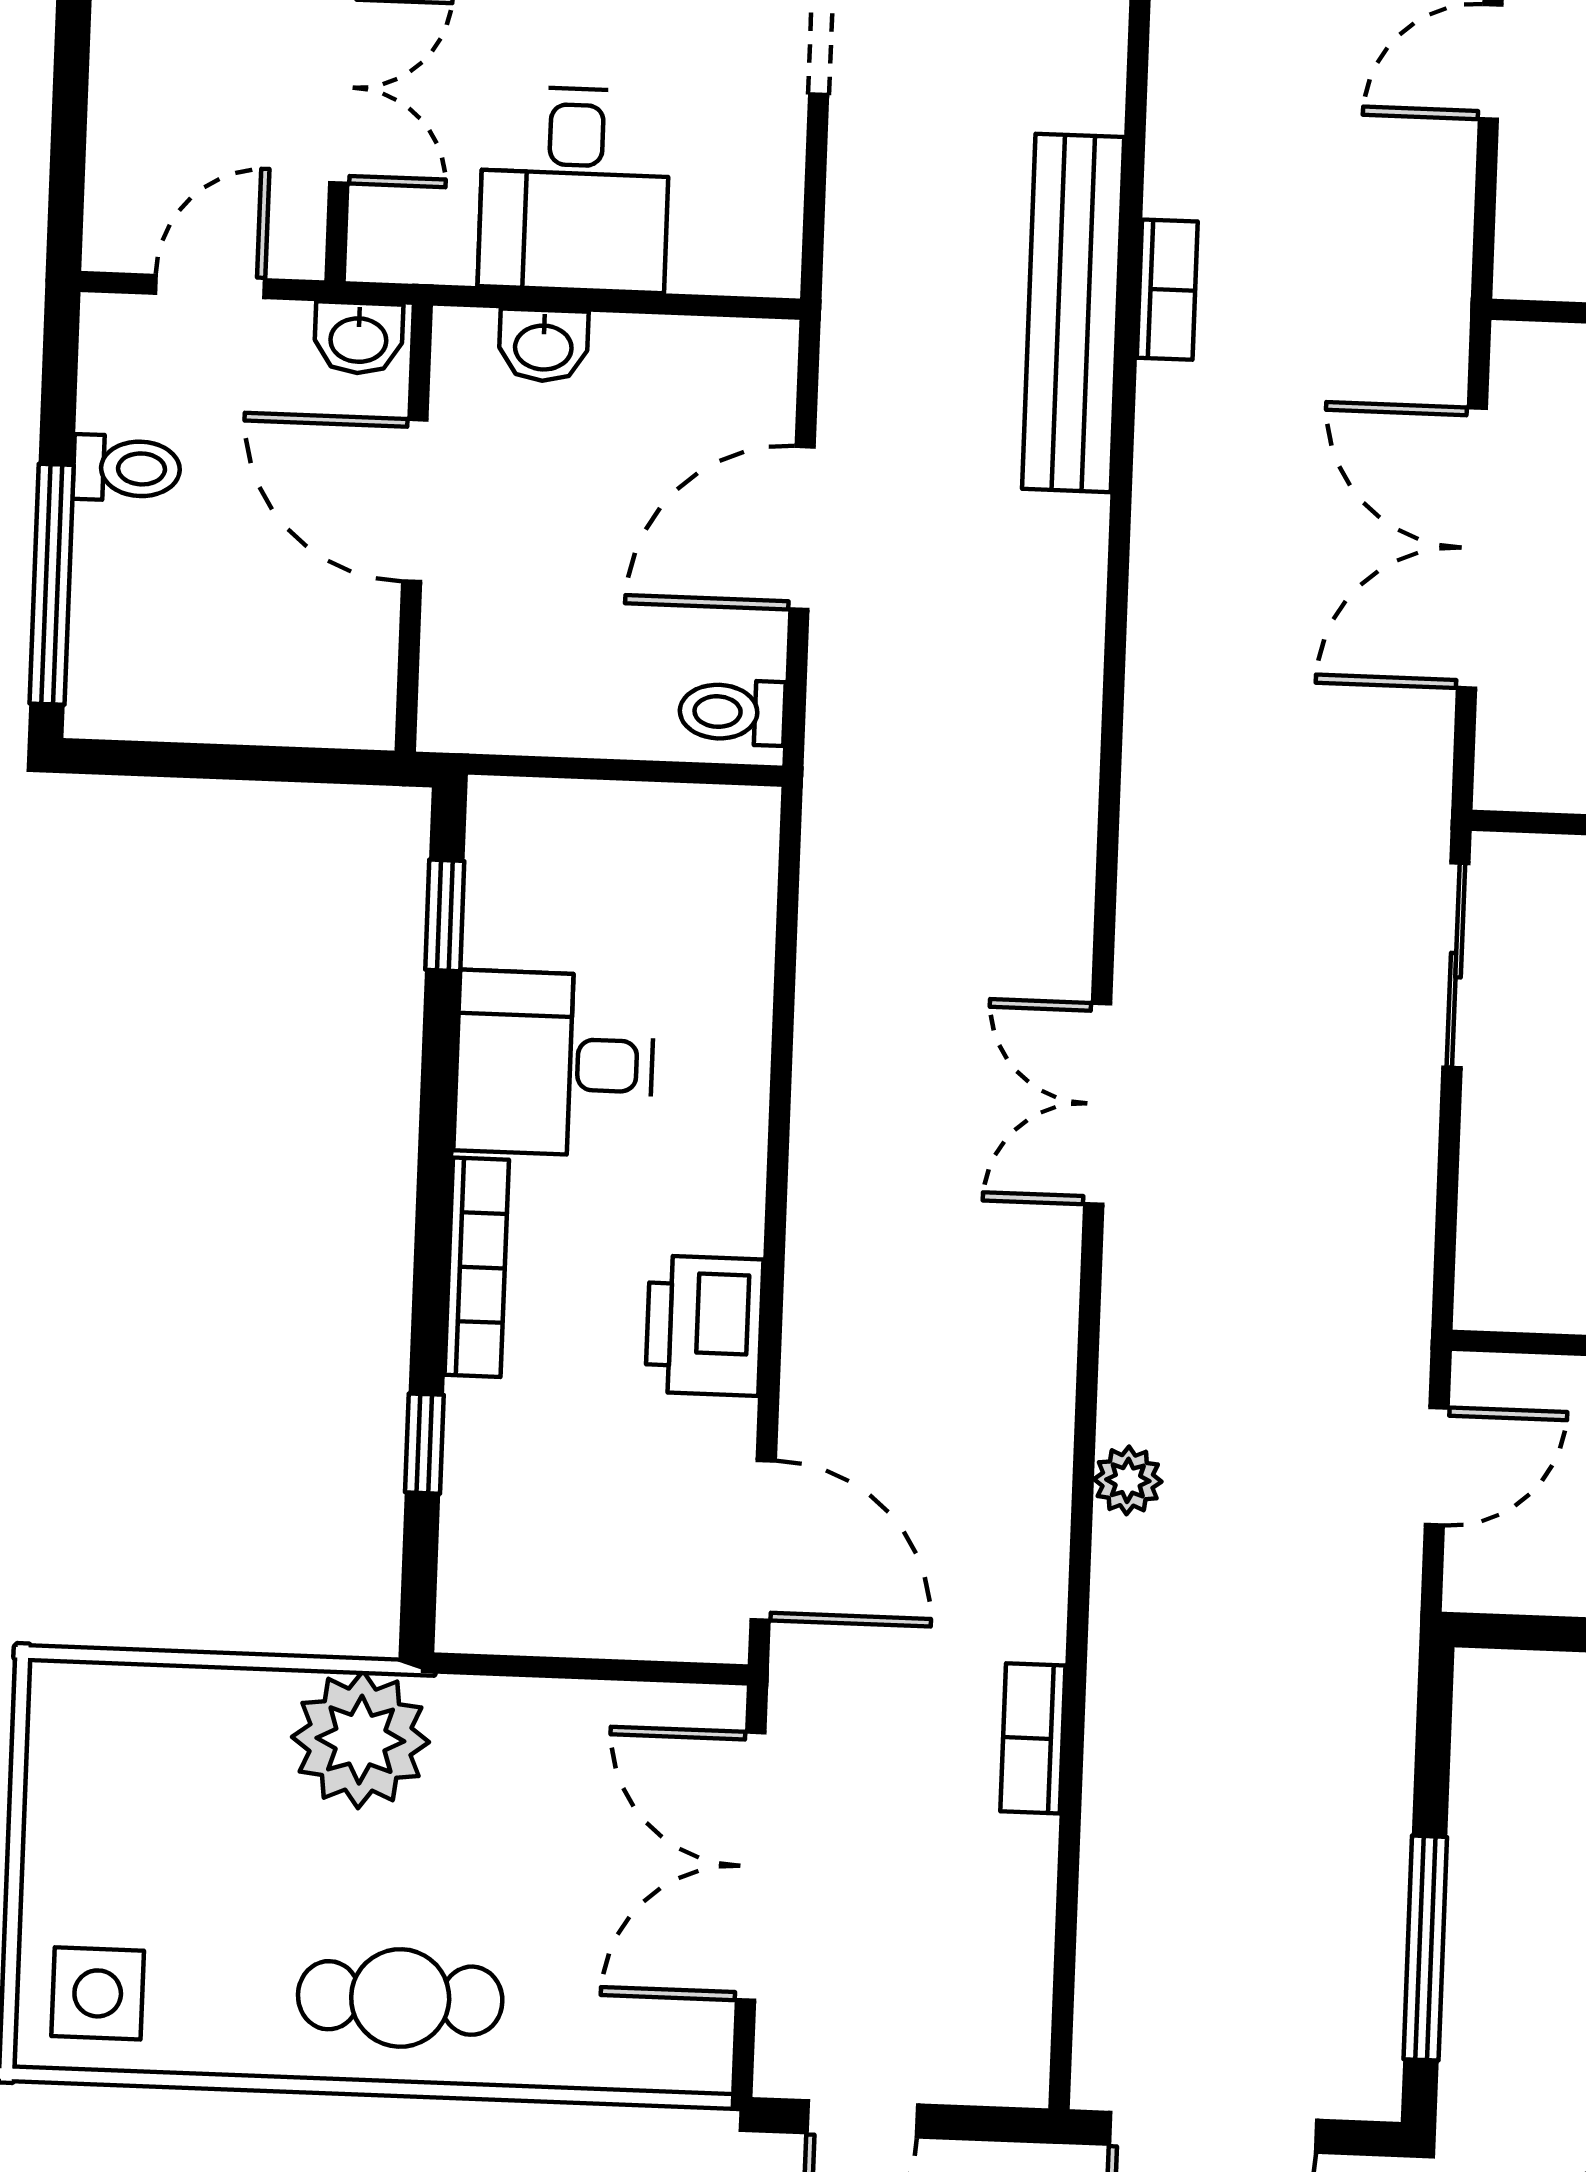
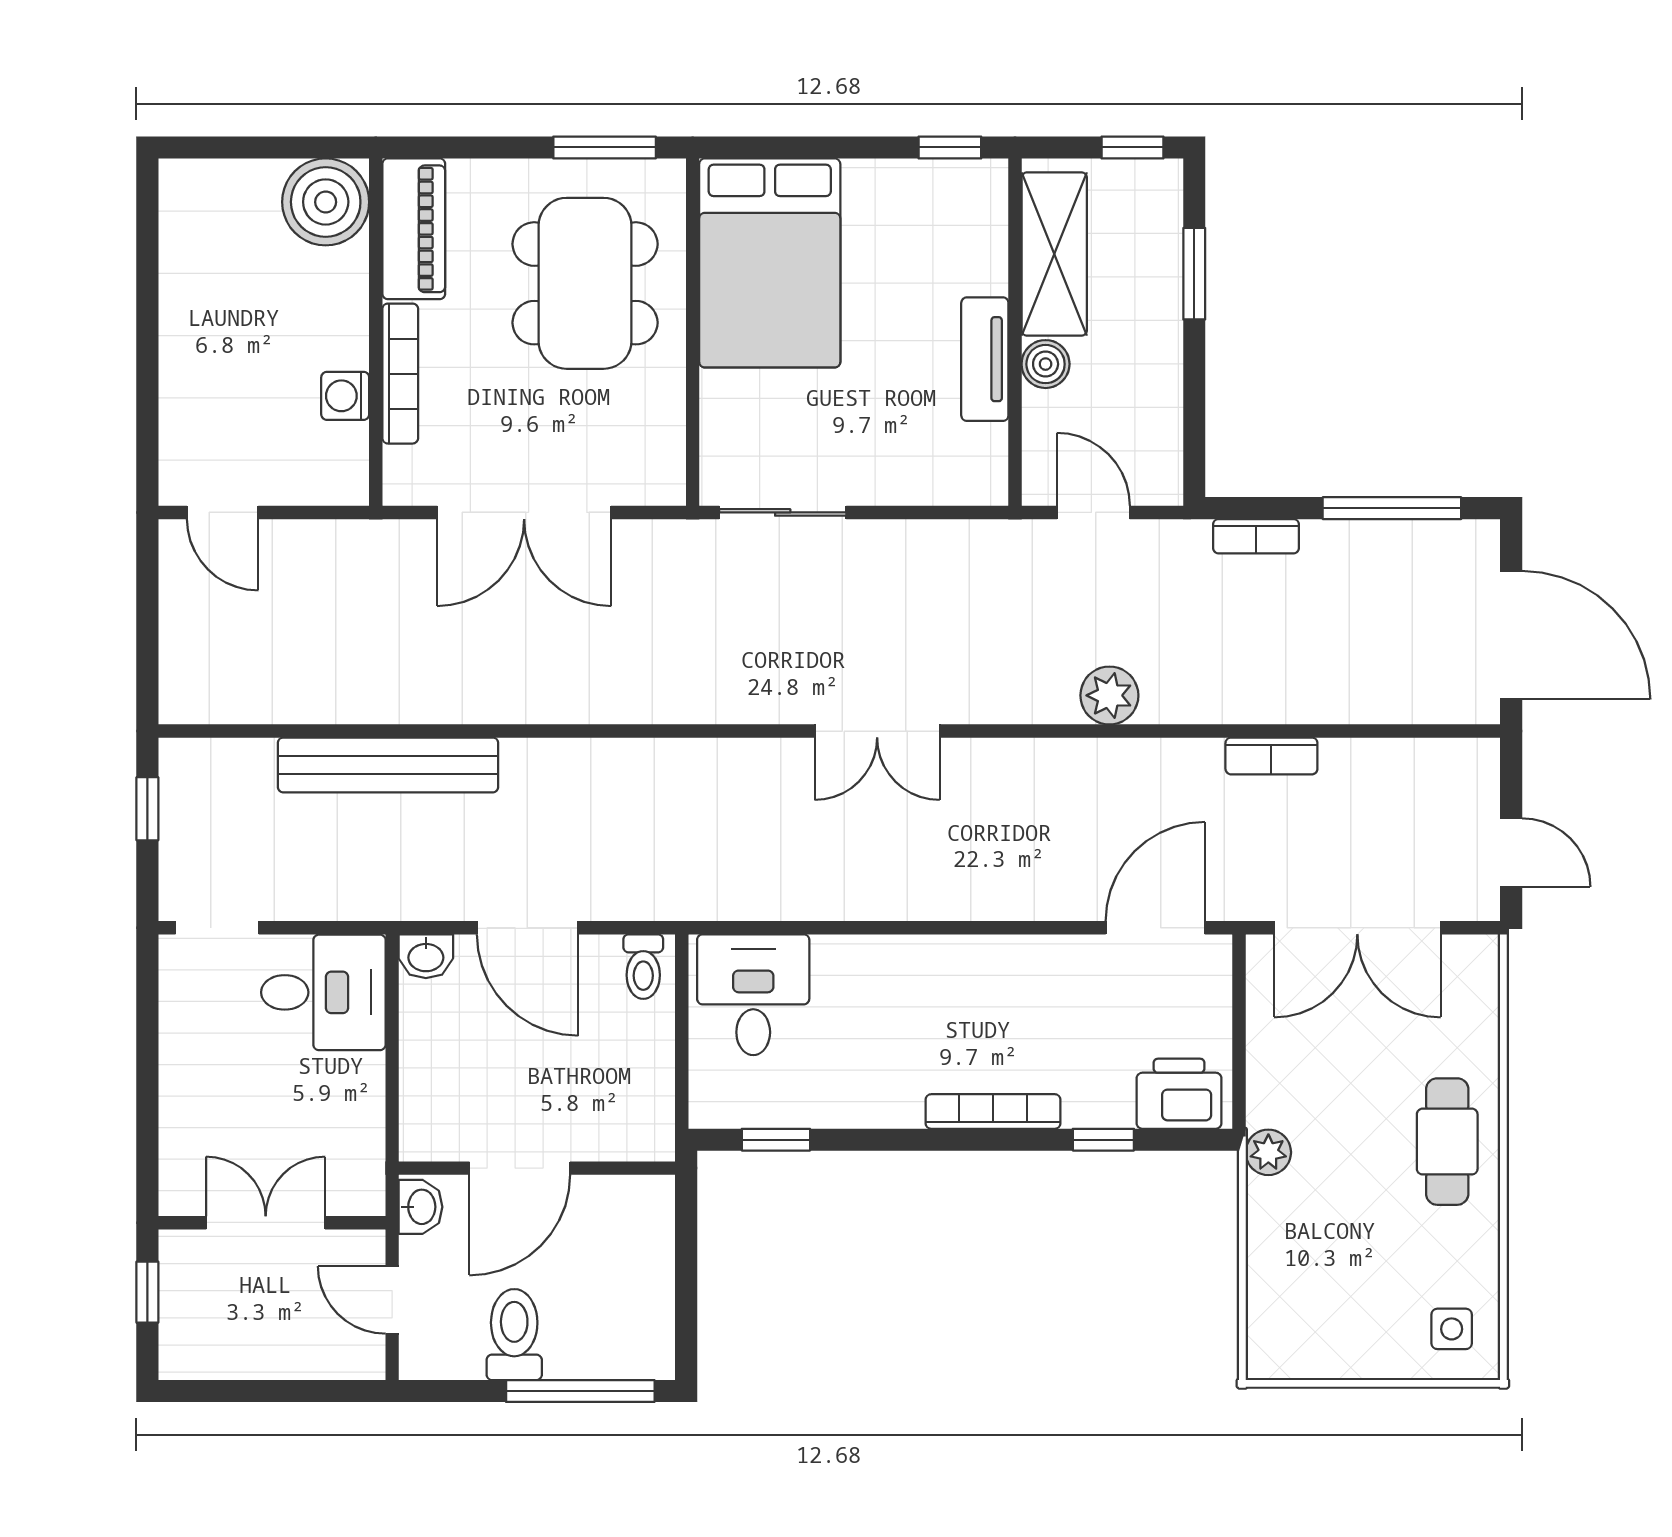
desk: (574, 189) -> (323, 992), moved
bookcase: (1167, 290) -> (1256, 536), moved, turned 180
washbasin: (543, 345) -> (426, 956), moved, turned 90
toilet: (127, 468) -> (514, 1335), width x1.37, depth x1.39
desk: (554, 1064) -> (753, 995), moved, turned 180
printer: (704, 1326) -> (1179, 1094), moved, turned 180
plant: (1128, 1480) -> (1109, 695), width x1.38, depth x1.38
plant: (360, 1740) -> (1268, 1152), width x0.53, depth x0.53
side table: (98, 1993) -> (1452, 1329), width x0.73, depth x0.73

